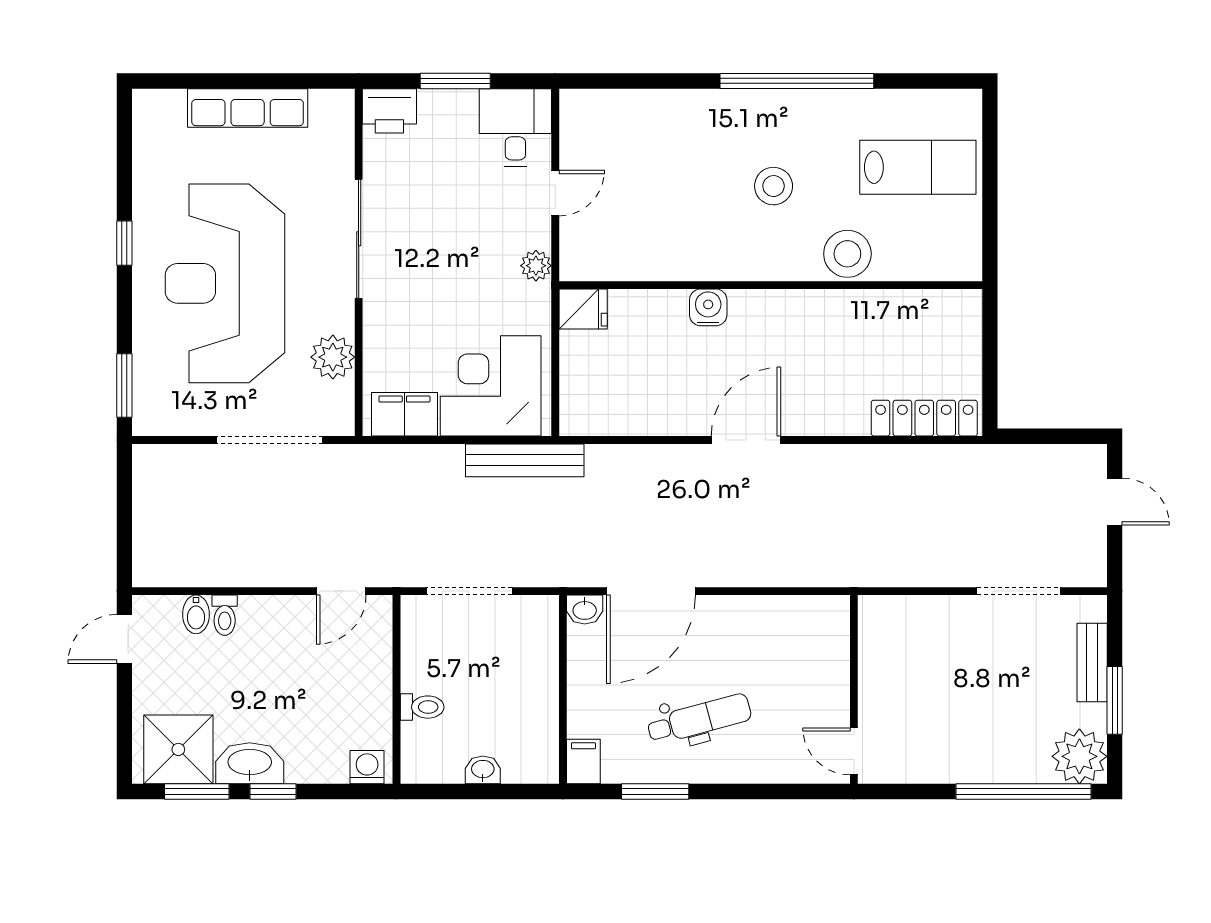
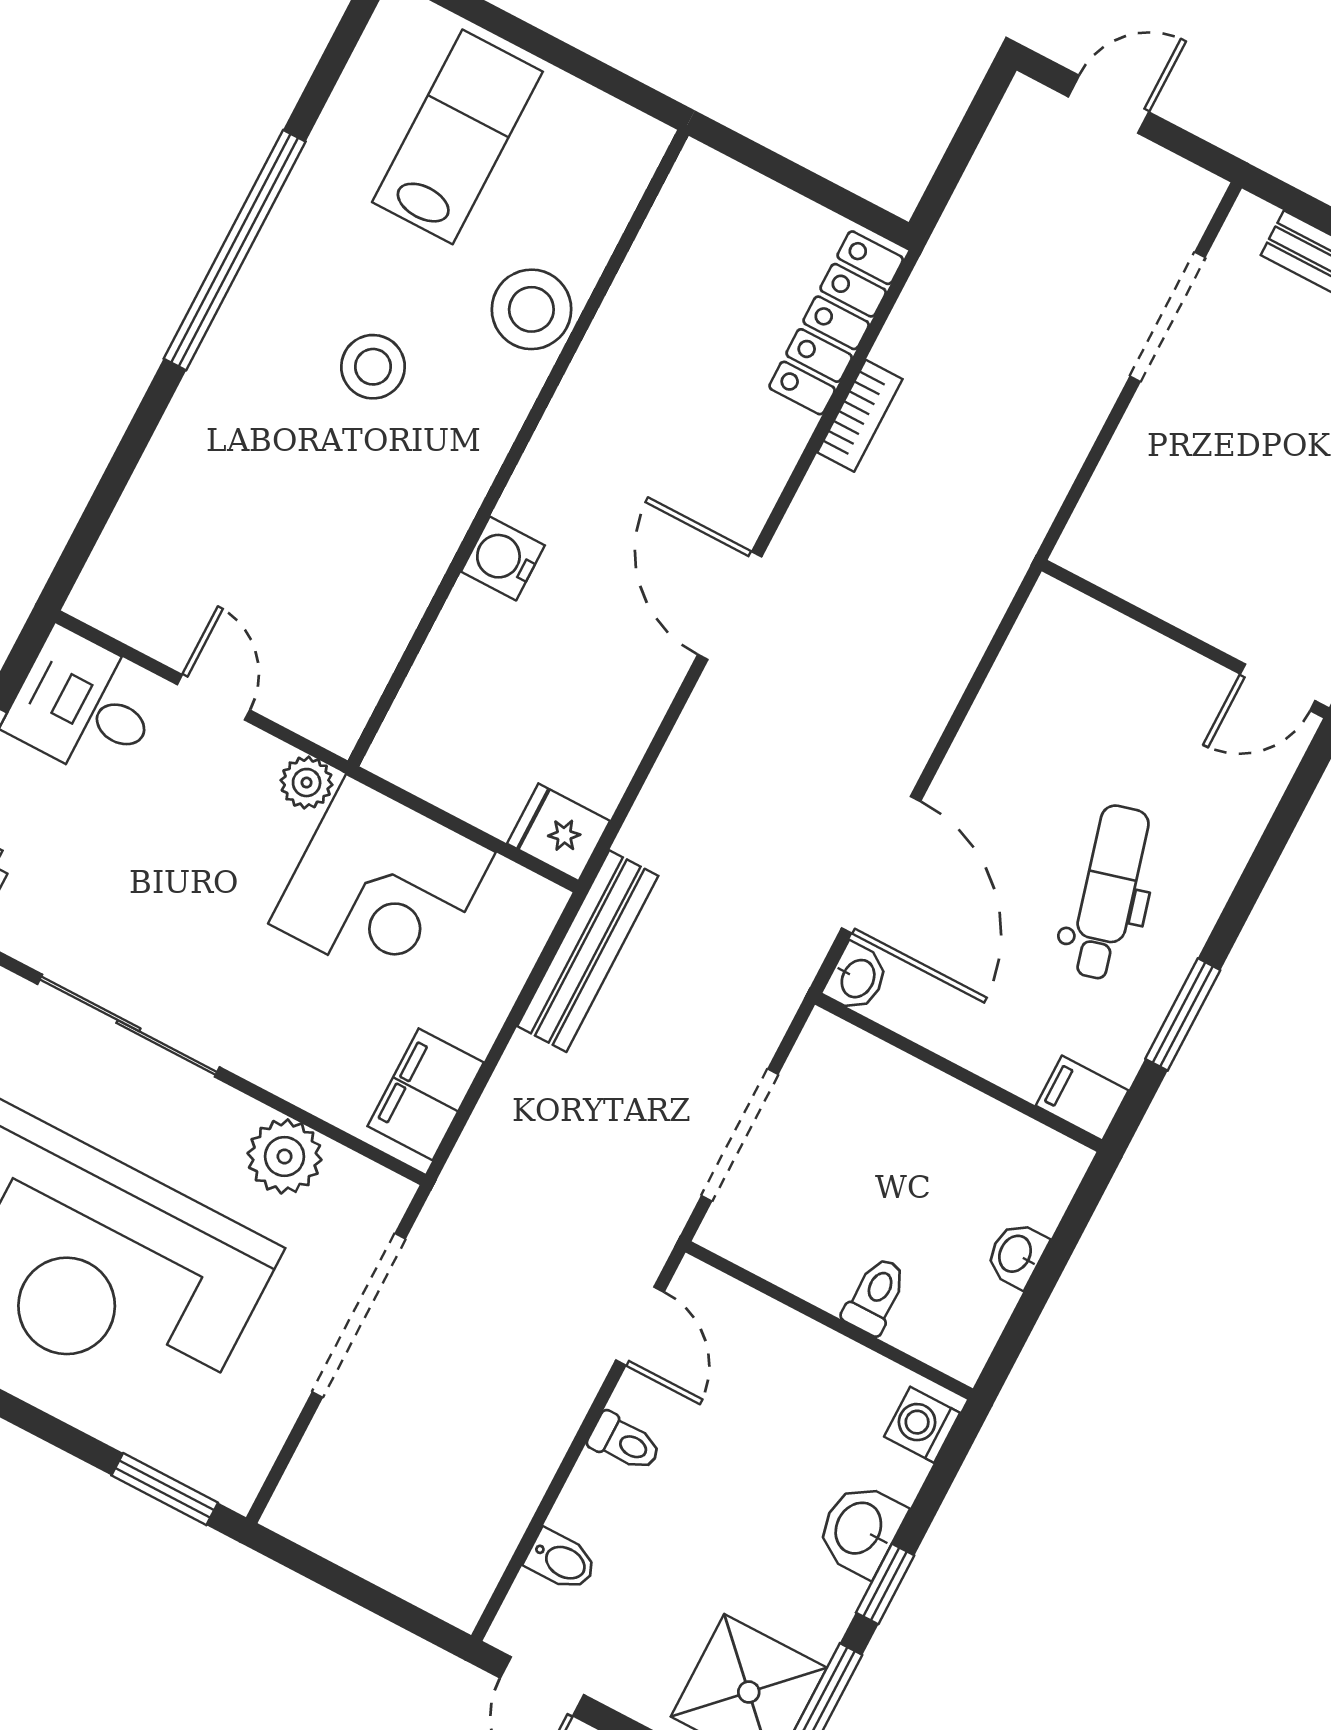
fridge: (583, 309) -> (558, 832), moved, turned -90
corner desk: (491, 386) -> (382, 888), moved, turned -90
bookcase: (882, 456) -> (860, 416), added
toilet: (225, 615) -> (625, 1442), moved
washbasin: (250, 763) -> (860, 1529), moved, width x0.72

